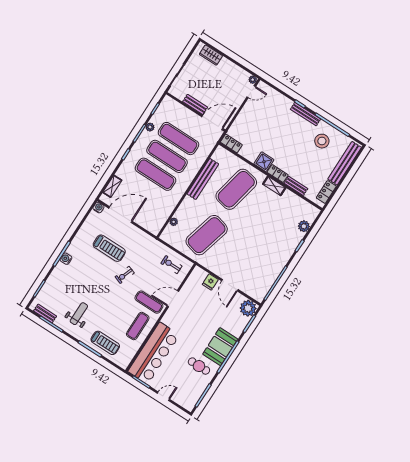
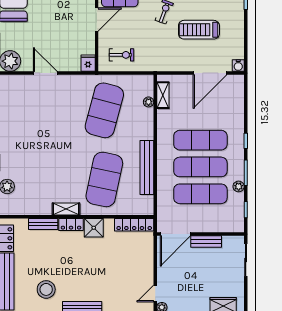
locker: (231, 143) -> (134, 225), width x1.53
shelving: (112, 186) -> (163, 95), moved
fridge: (210, 282) -> (88, 63), moved

